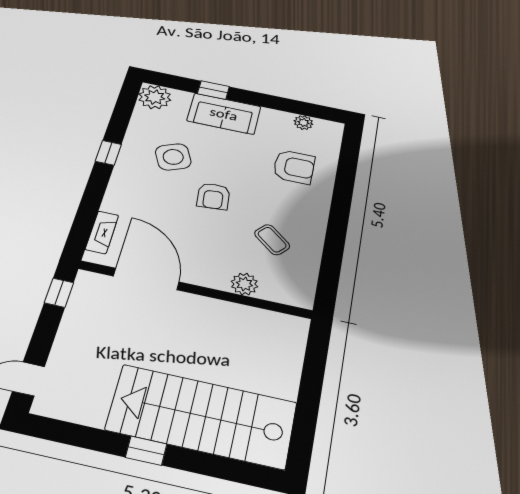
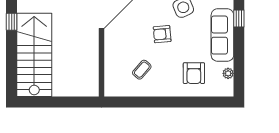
sofa: (224, 114) -> (222, 35), width x1.36
plant: (244, 284) -> (111, 61), removed
window: (146, 451) -> (12, 22), moved

